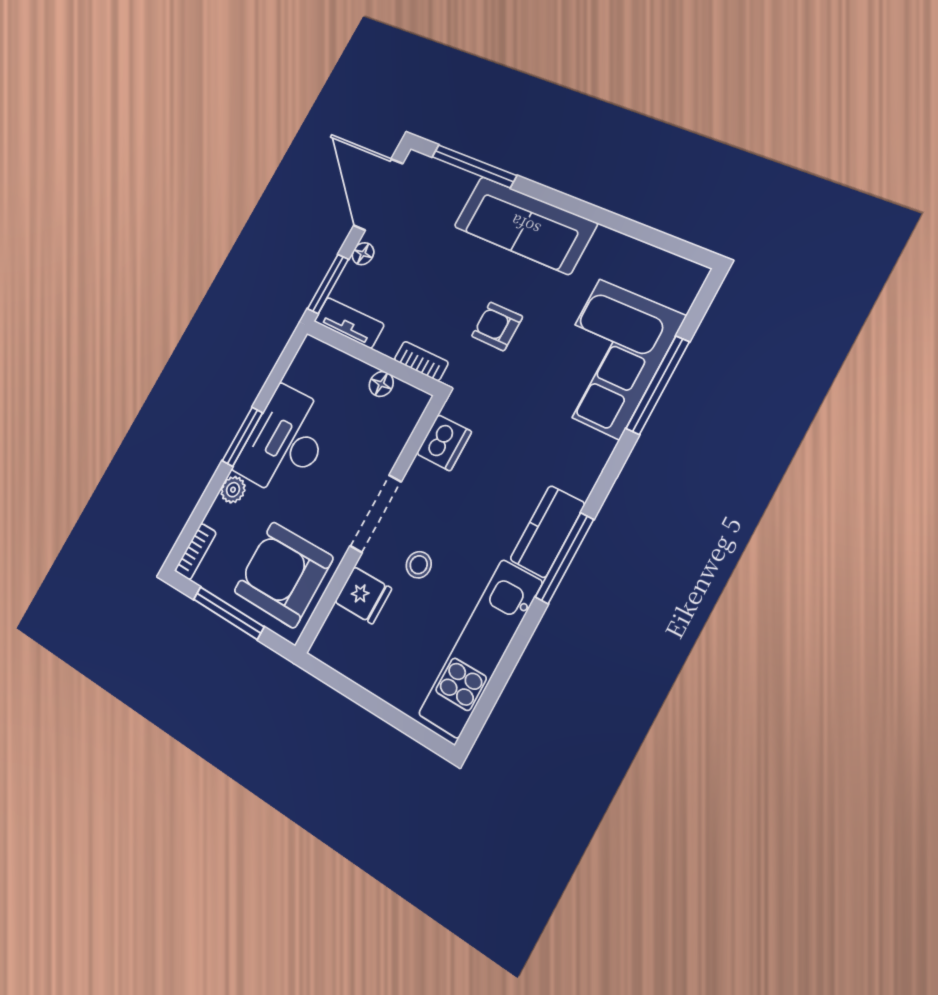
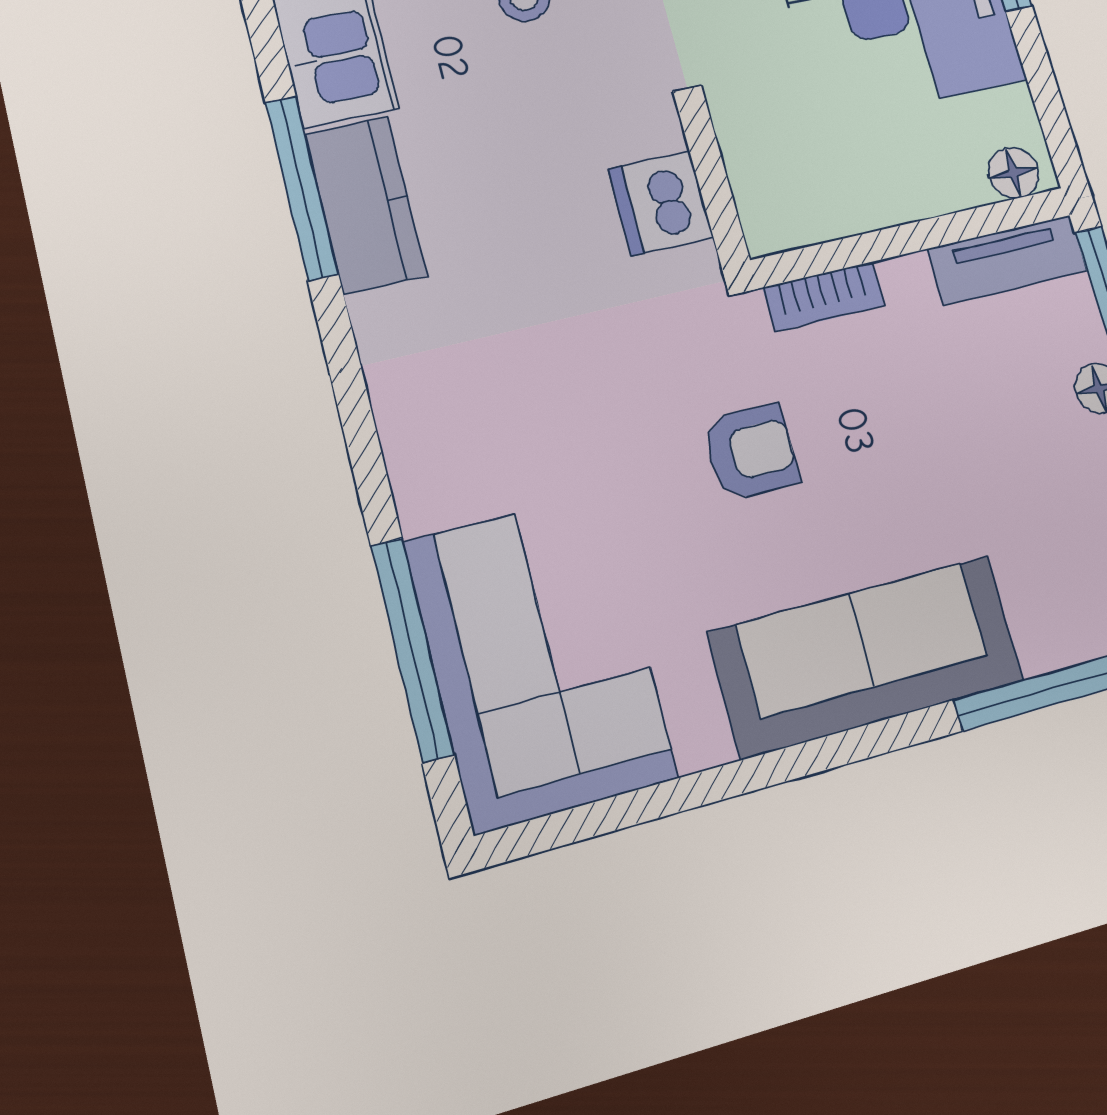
corner sofa: (609, 358) -> (540, 660), moved
floor lamp: (381, 384) -> (1014, 173), moved
window: (658, 385) -> (412, 649), moved

